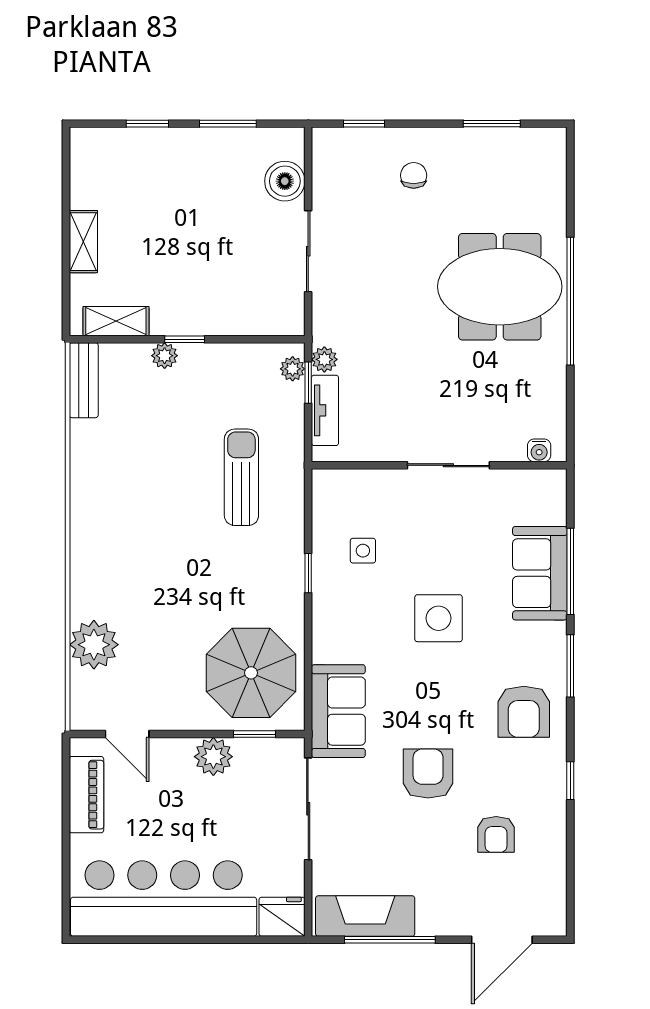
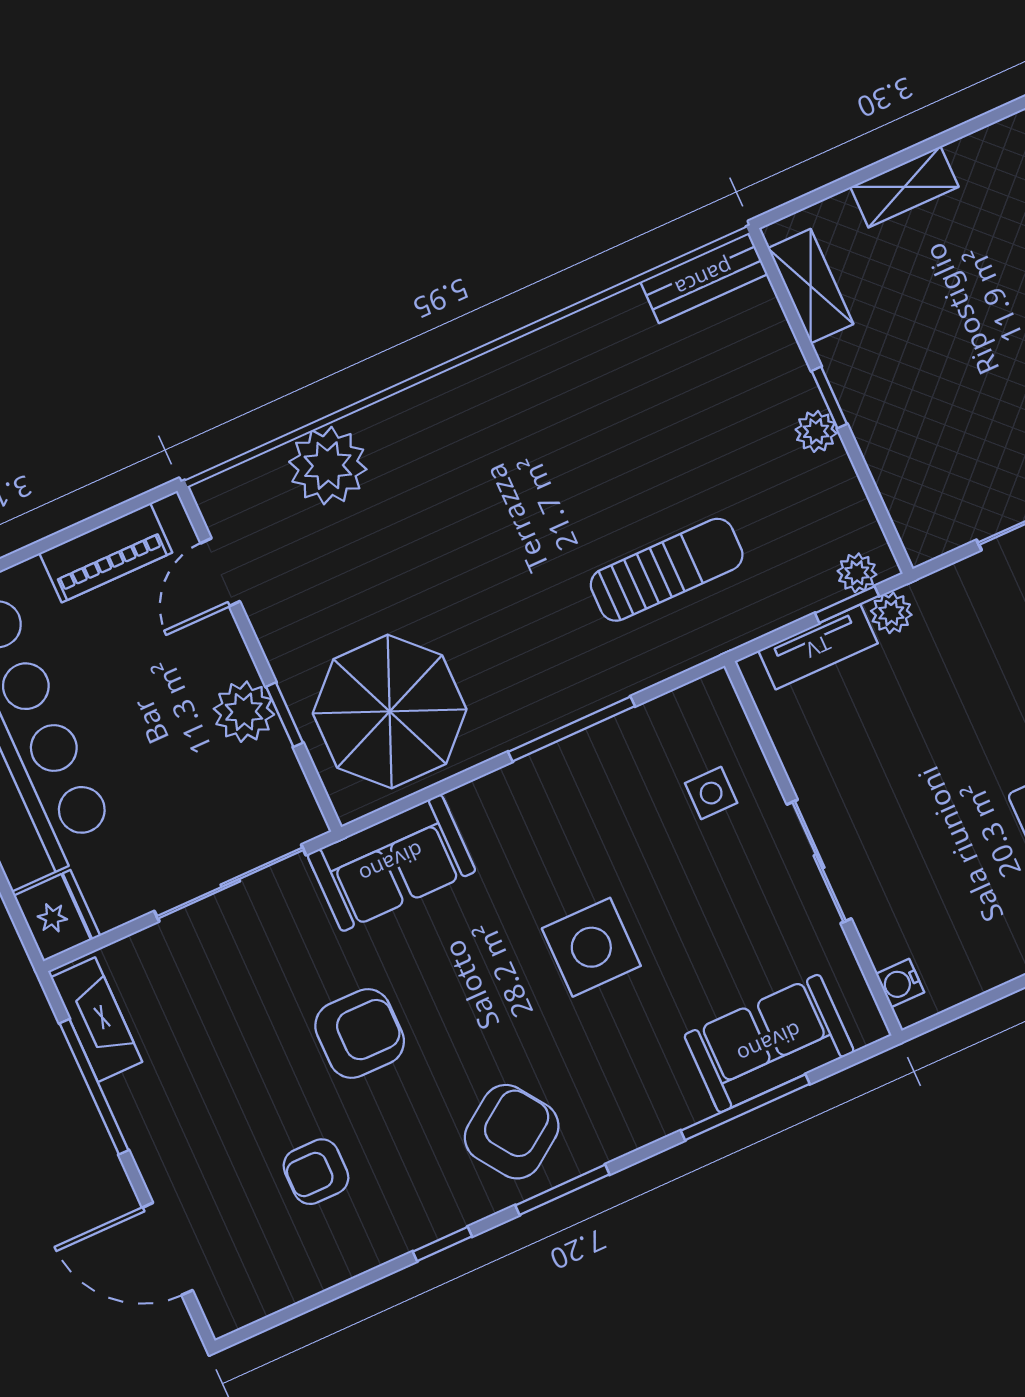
plant: (165, 356) -> (816, 431), moved
side table: (363, 551) -> (711, 793), moved
window: (308, 573) -> (571, 729), width x2.17
sofa: (540, 573) -> (769, 1043), moved
window: (570, 666) -> (562, 1190), moved
armchair: (524, 712) -> (512, 1132), turned 145
window: (254, 734) -> (285, 715), moved
fireplace: (365, 916) -> (96, 1020), width x0.73, depth x0.76

